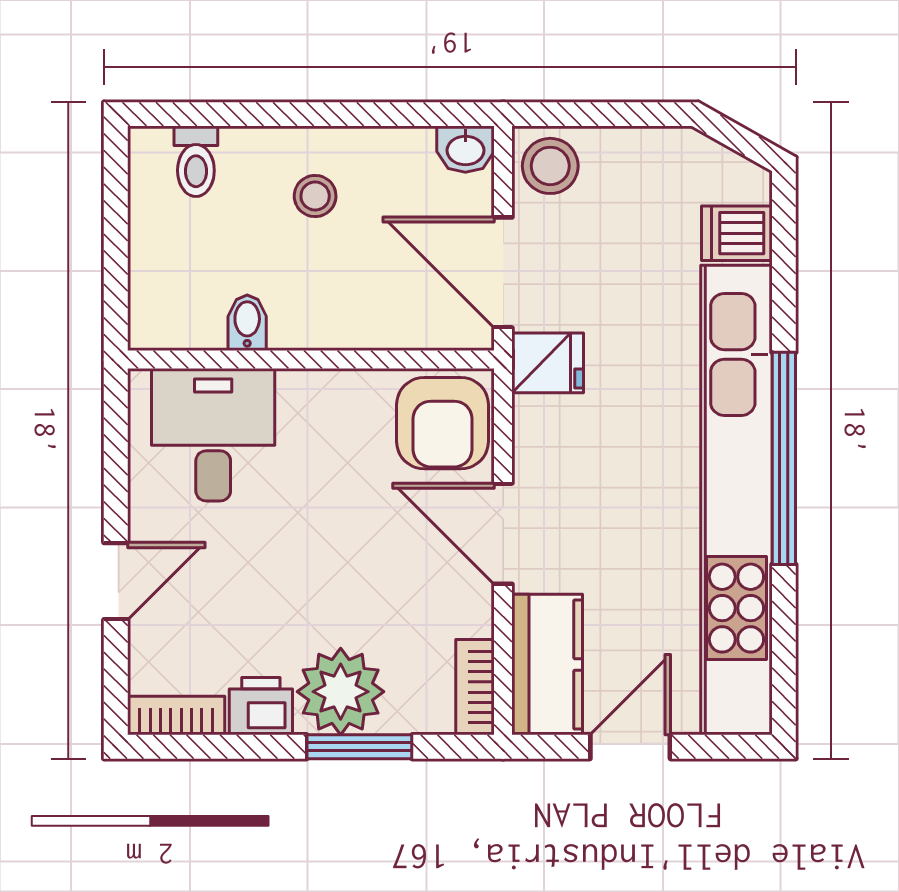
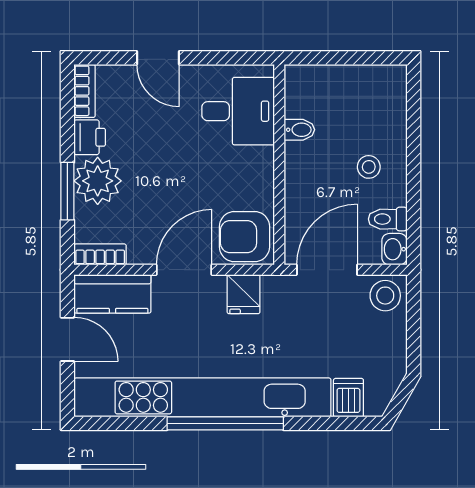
toilet: (196, 161) -> (388, 219), moved
fridge: (548, 363) -> (244, 294), moved

